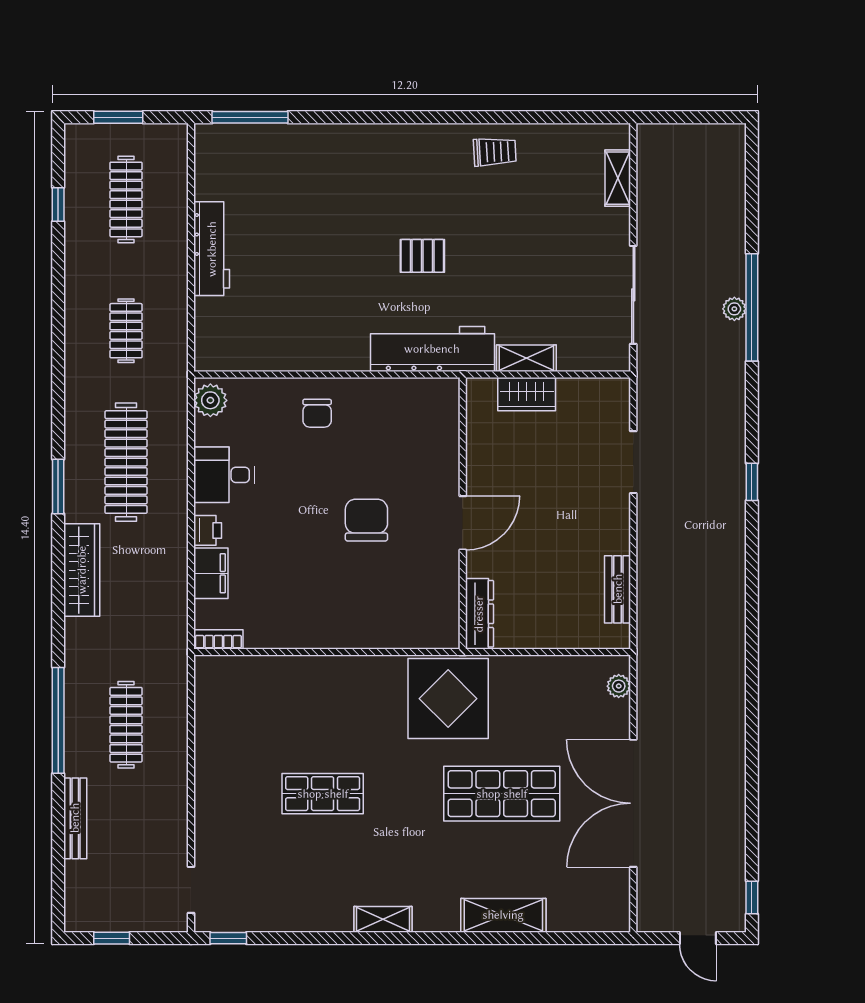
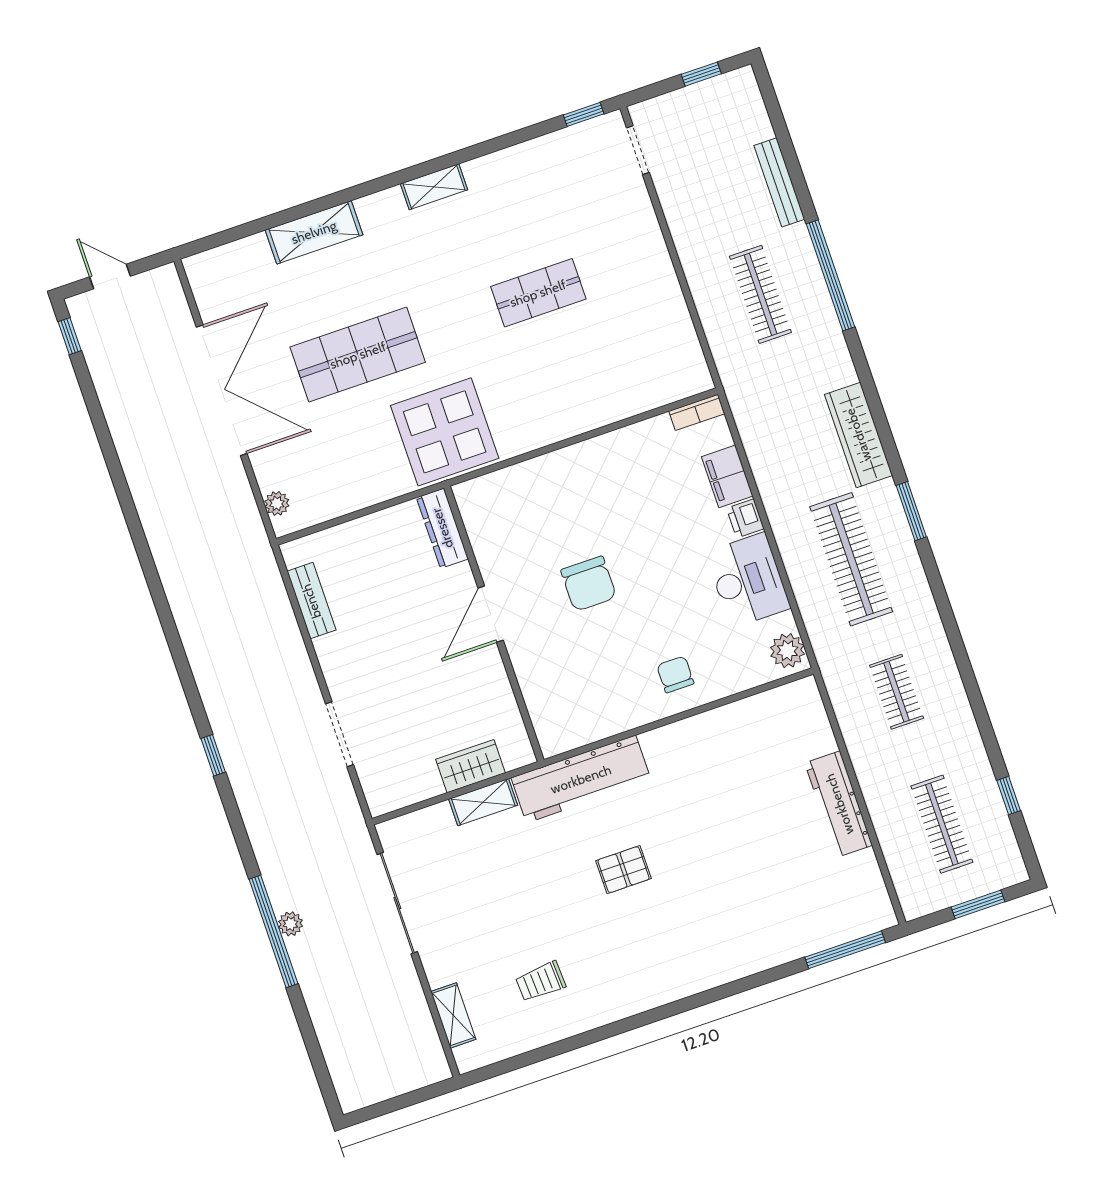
trolley: (495, 152) -> (541, 981), moved
desk: (224, 475) -> (748, 580), width x1.37

